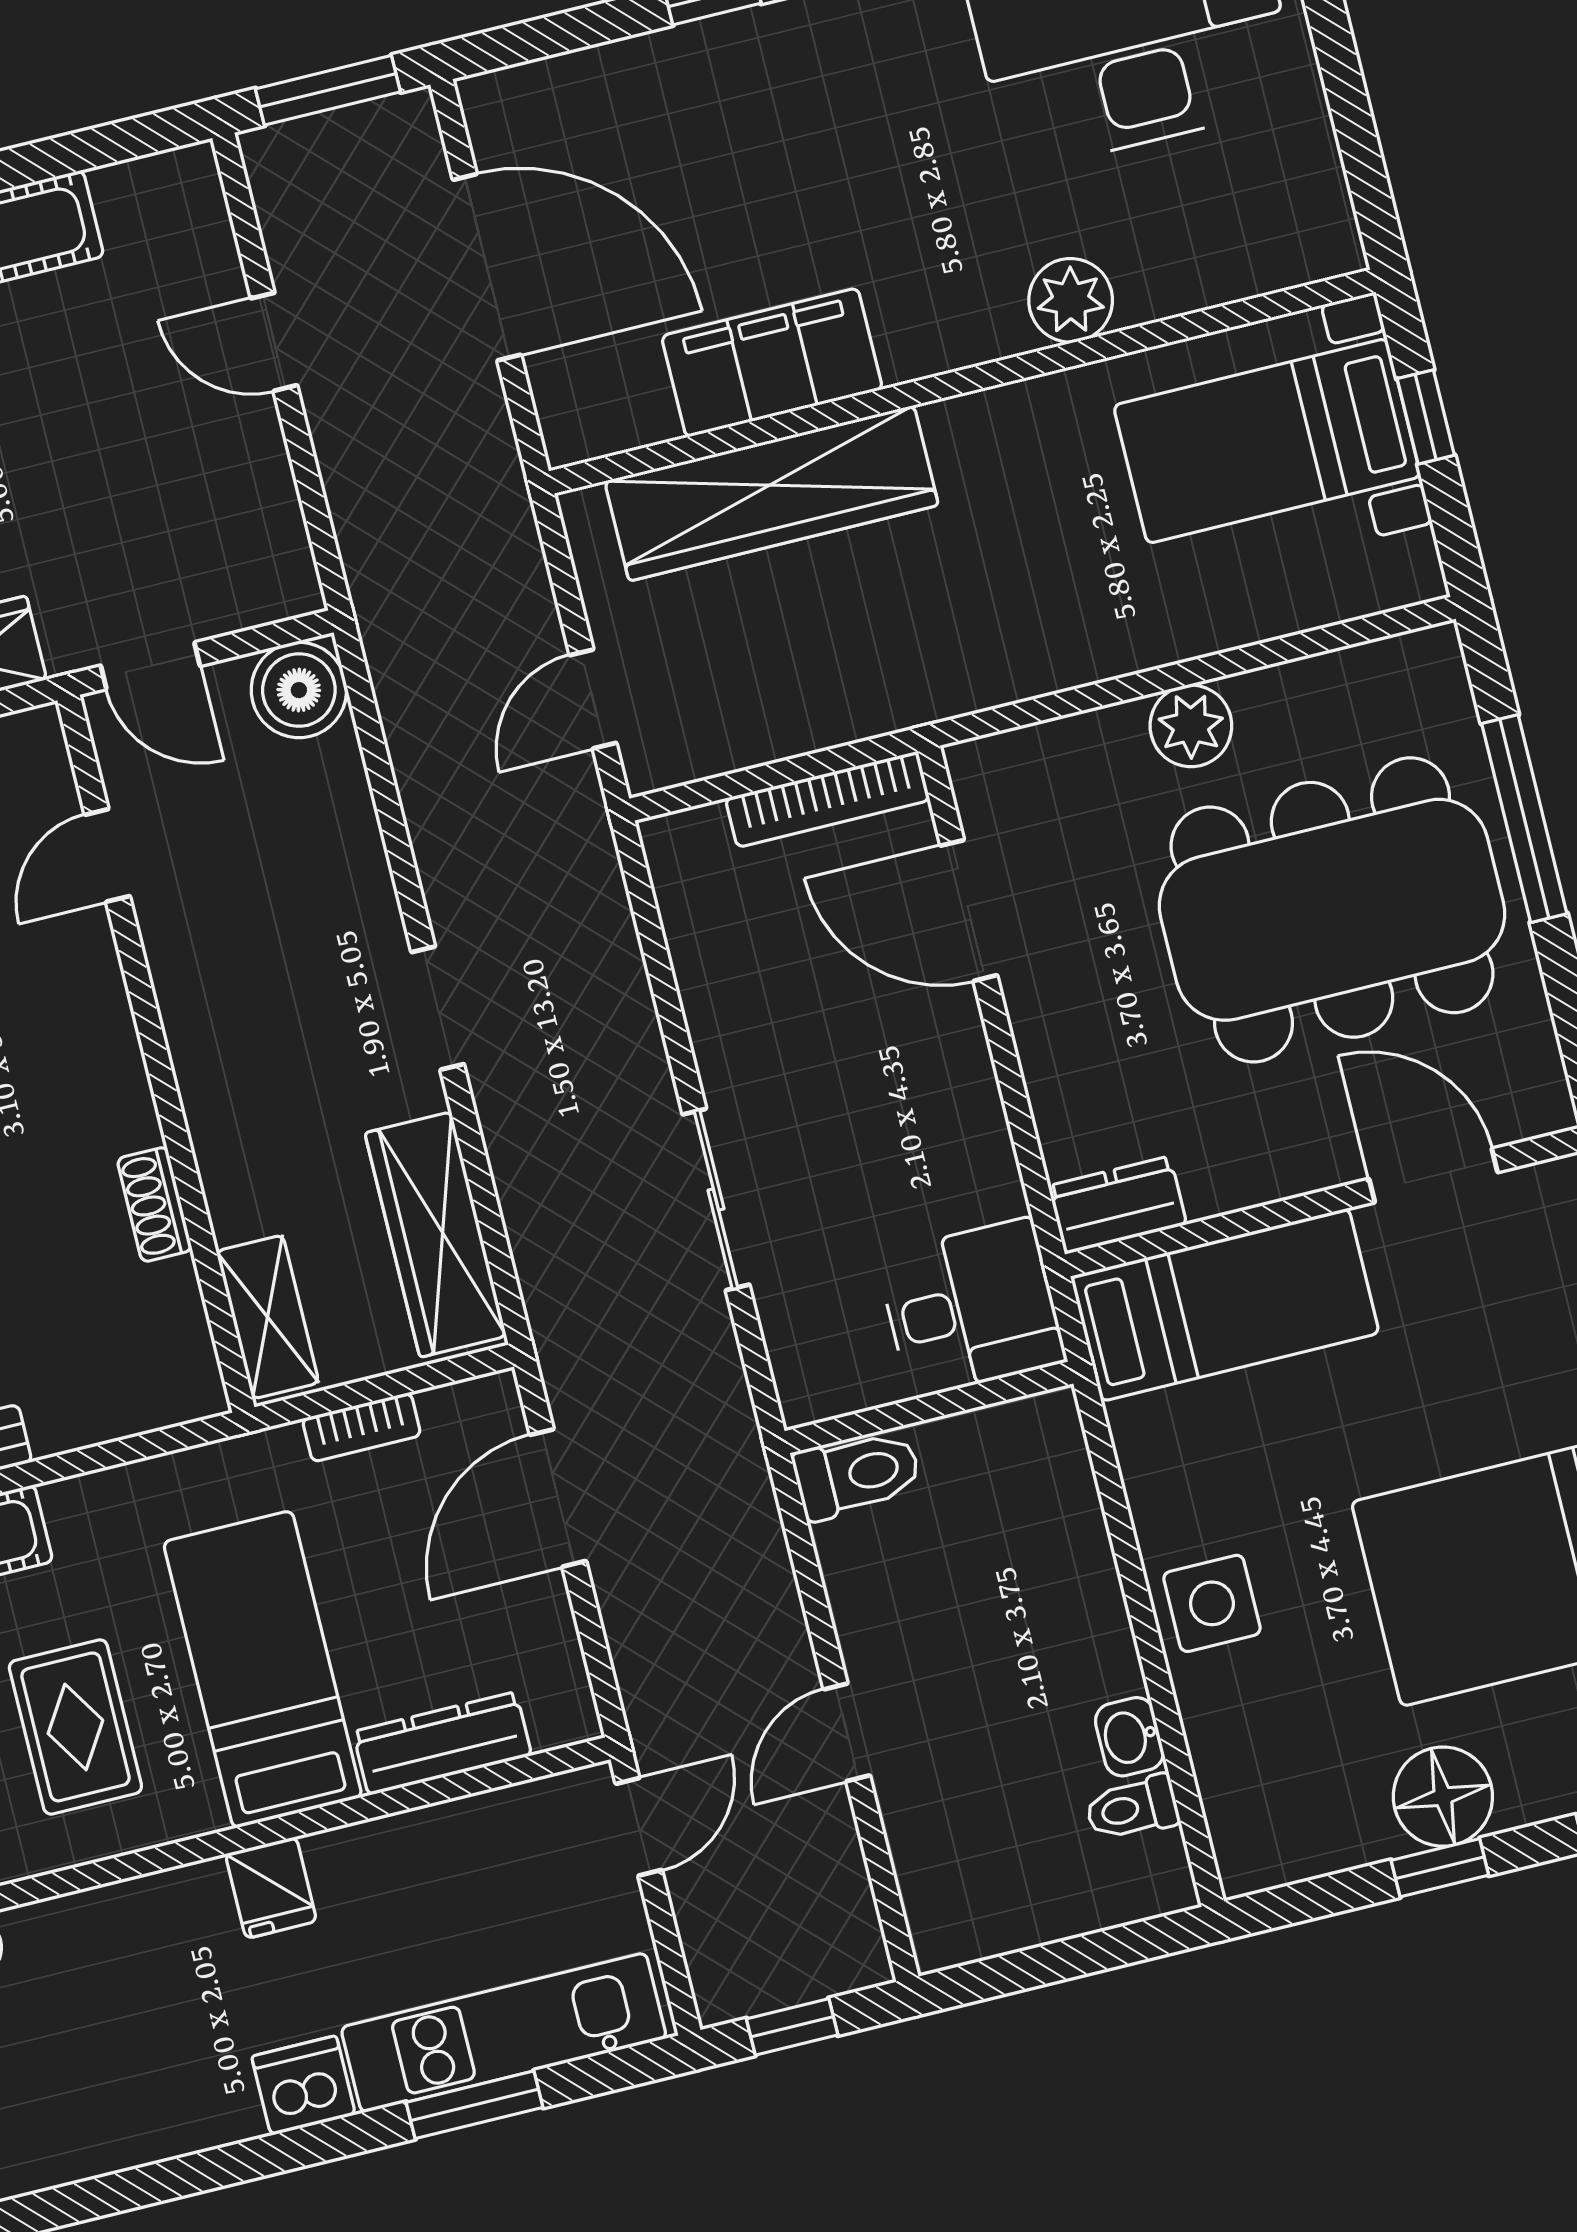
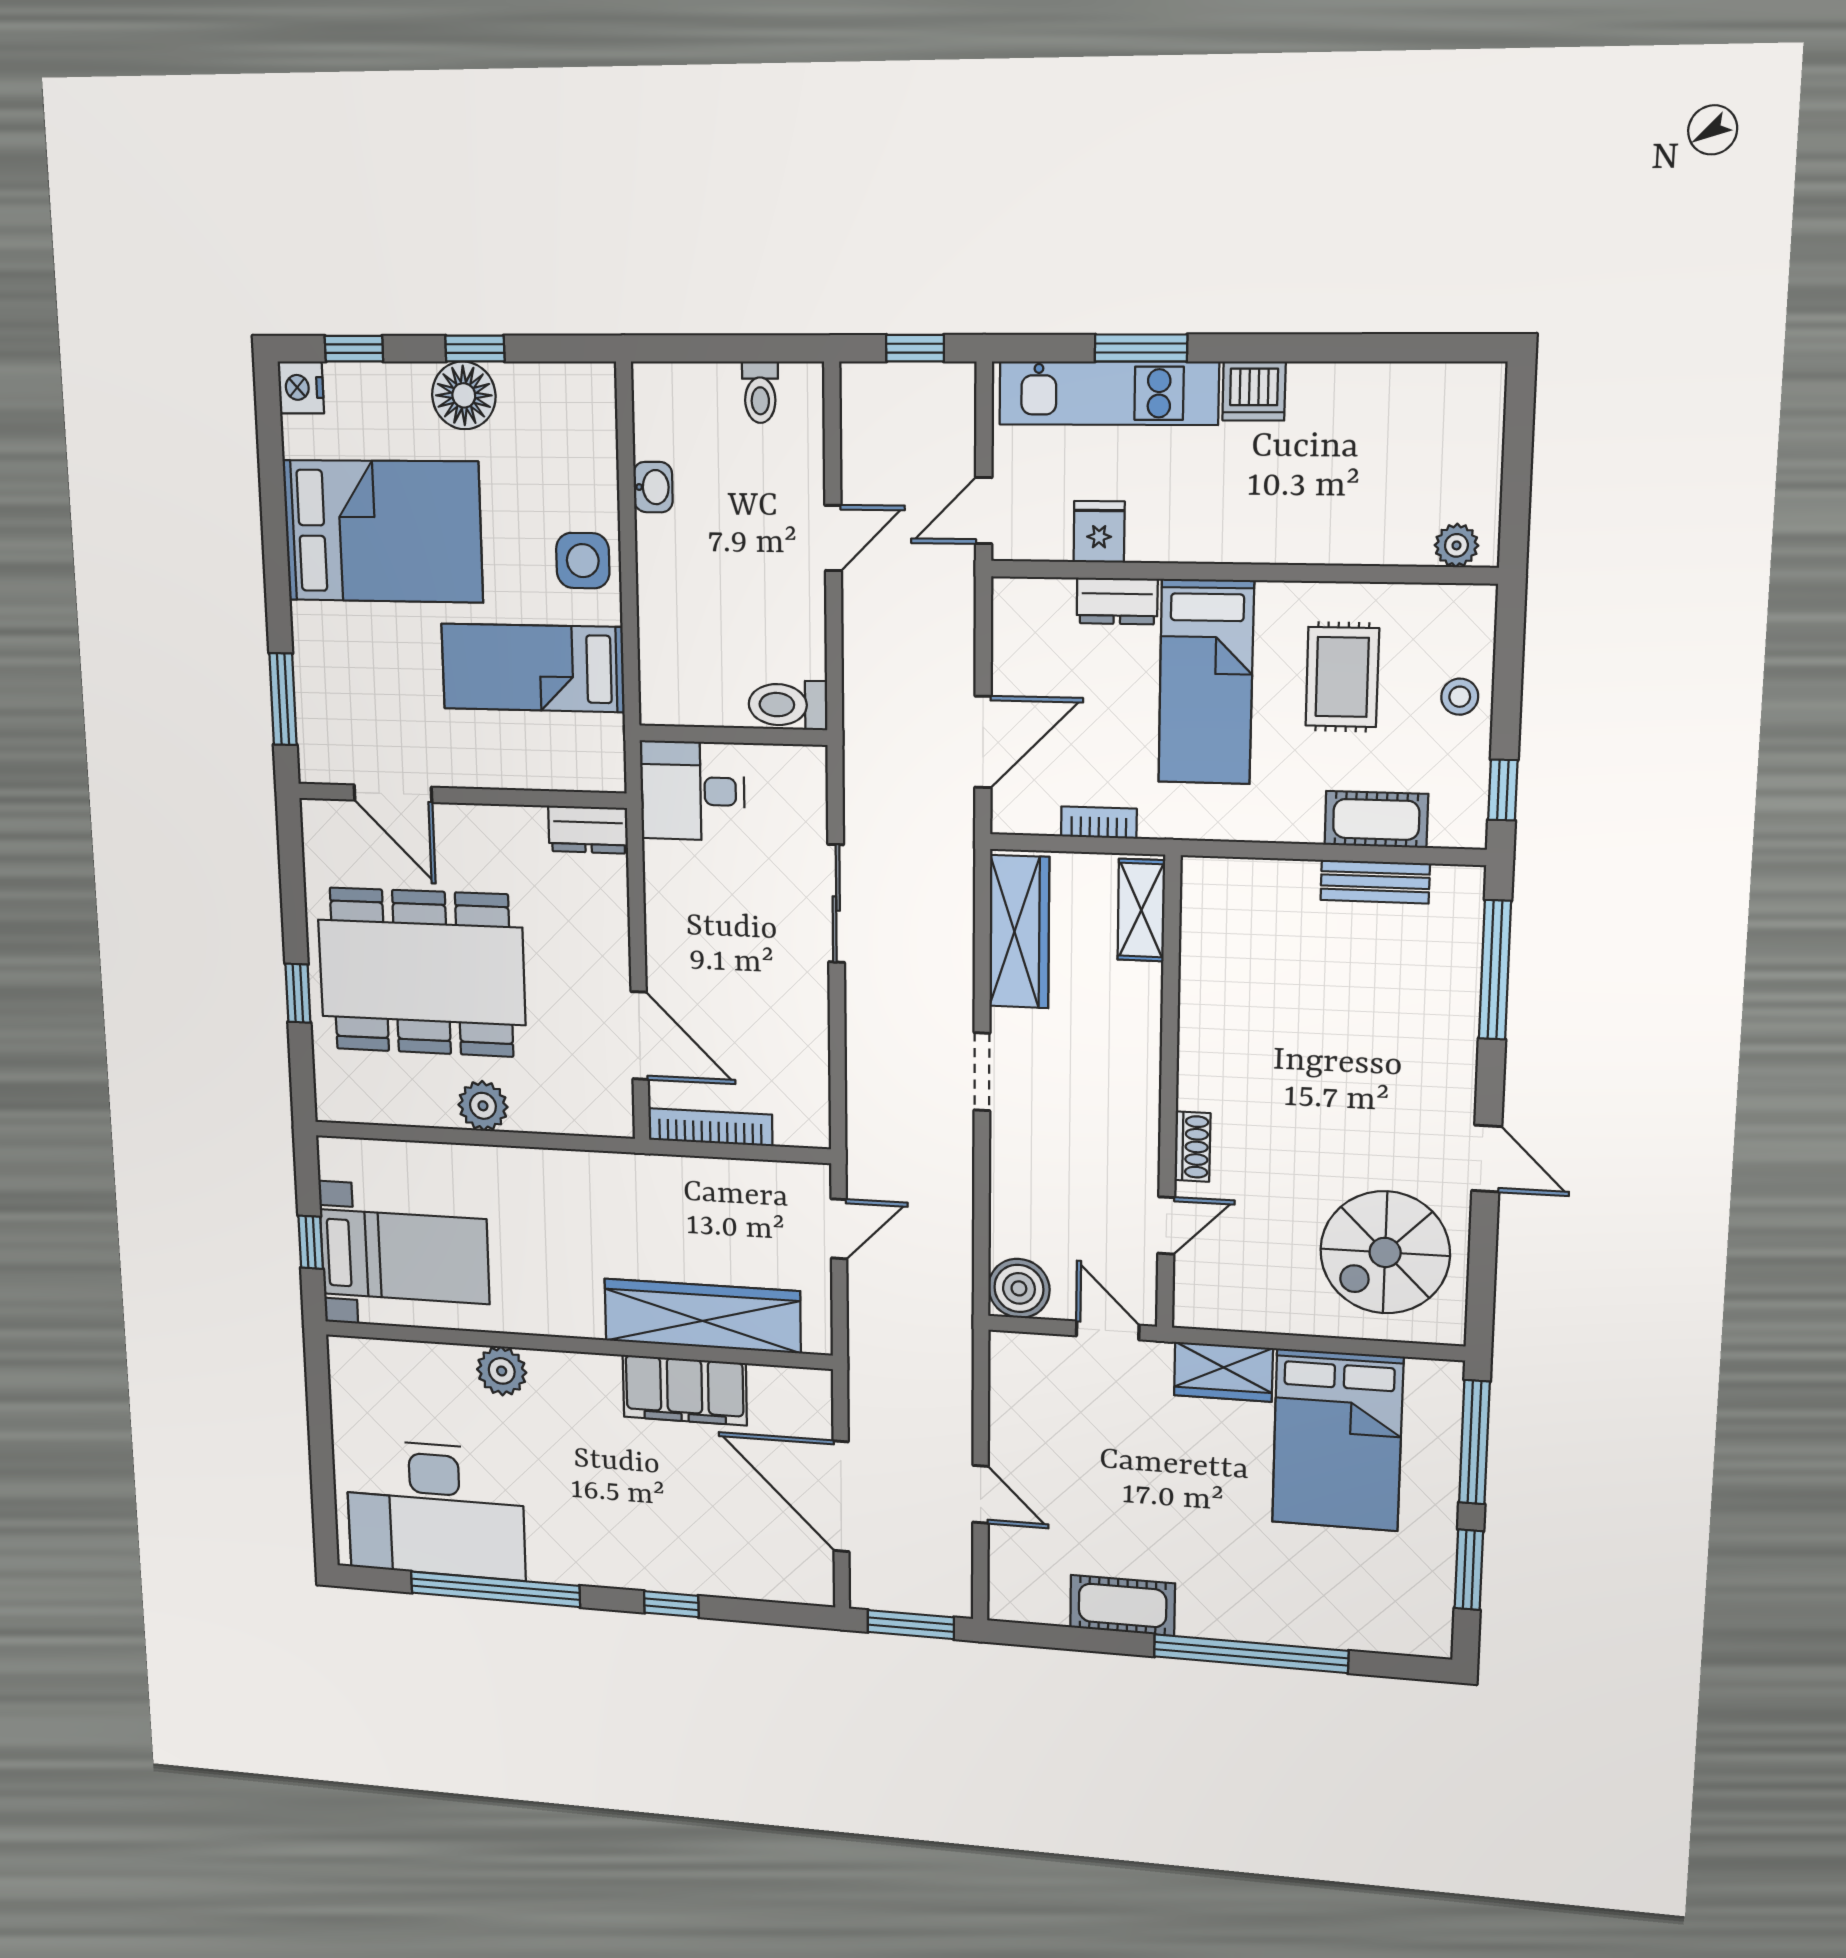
window: (1524, 819) -> (298, 993), width x0.46
shoe rack: (155, 1204) -> (1192, 1147), moved
bed: (1225, 1305) -> (533, 668), moved
dresser: (442, 1743) -> (1117, 601), width x0.70
toilet: (1132, 1808) -> (760, 392), moved, turned 90
fridge: (271, 1888) -> (1099, 532), moved

